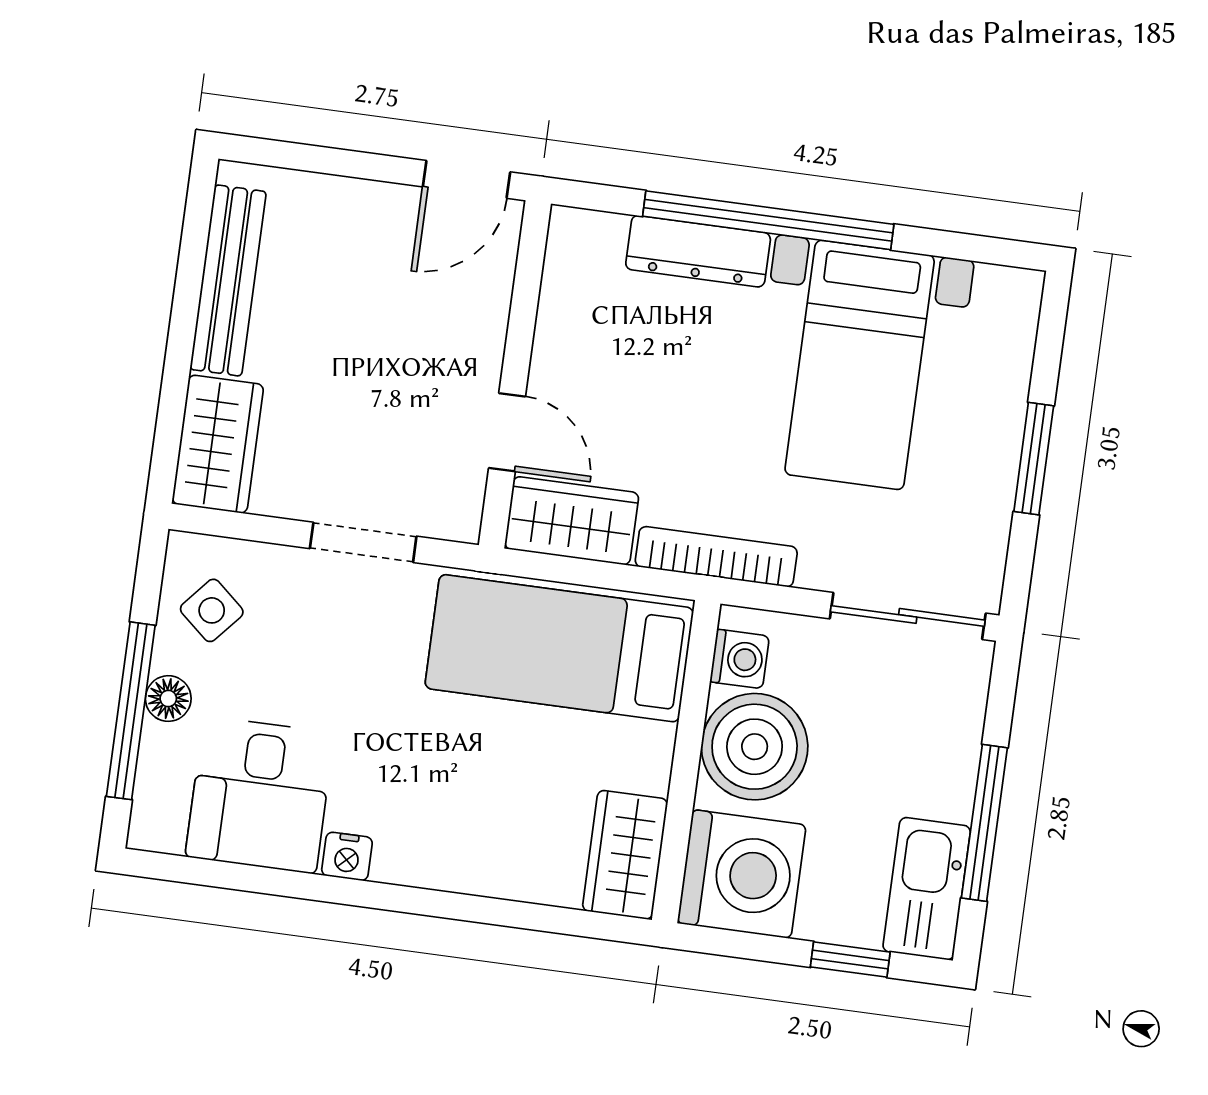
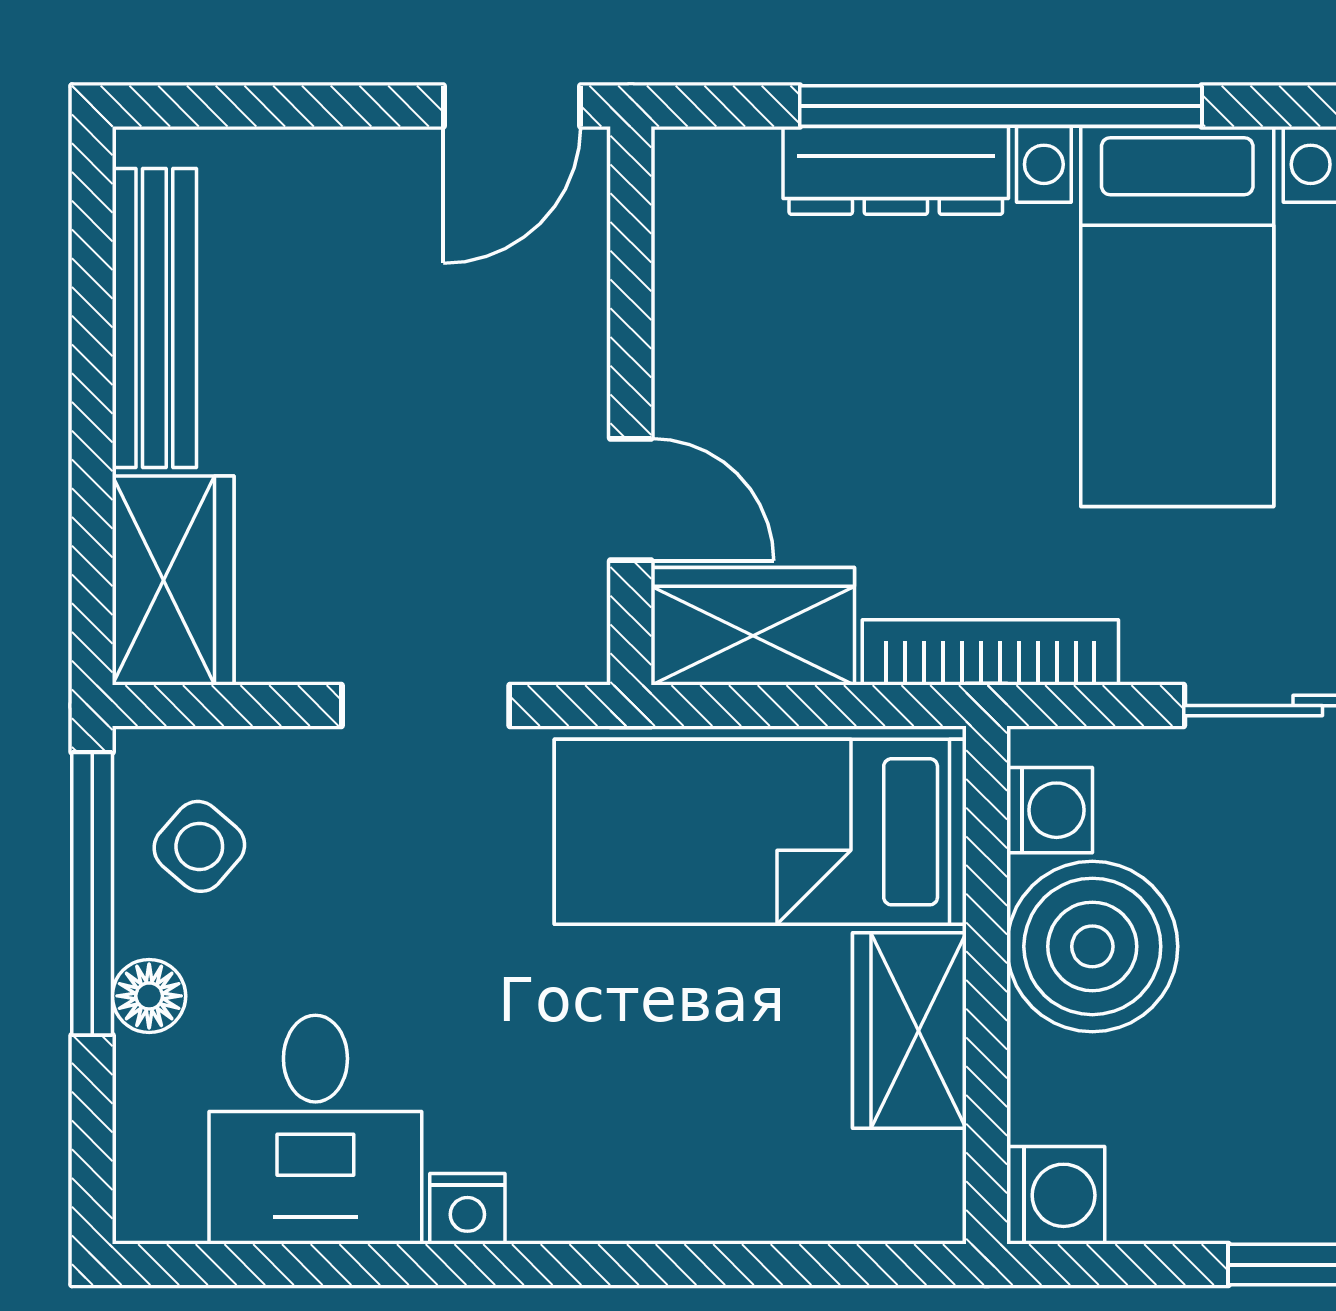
window: (131, 711) -> (92, 894), moved
wardrobe: (625, 855) -> (909, 1030), moved
washing machine: (742, 874) -> (1056, 1195), width x0.53, depth x0.53

